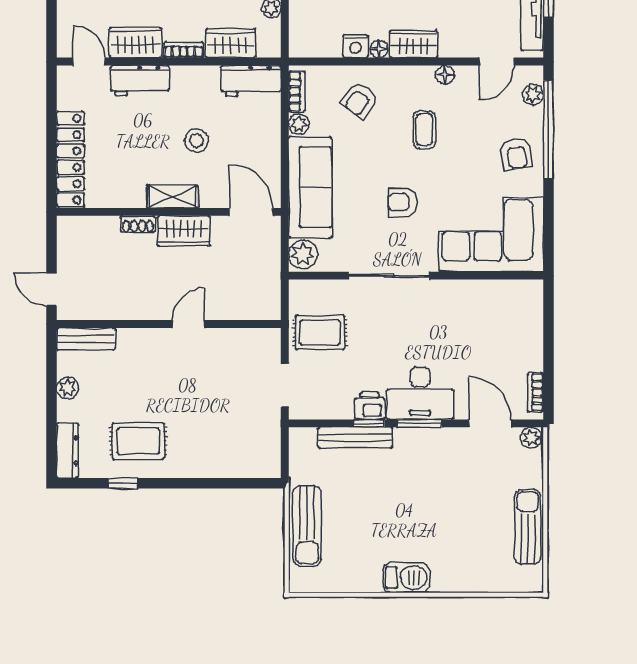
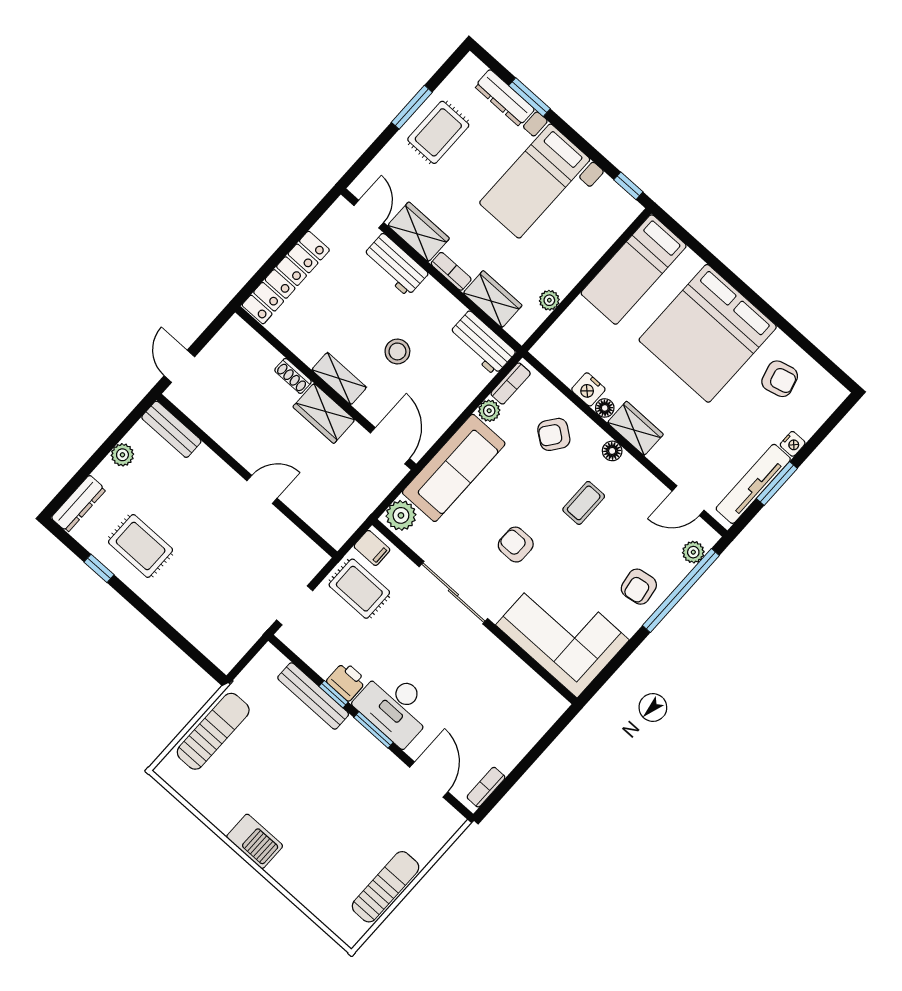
floor lamp: (445, 75) -> (612, 451), moved
filing cabinet: (303, 296) -> (372, 548), added
plant: (531, 438) -> (451, 820), removed
sun lounger: (307, 526) -> (213, 731), turned 180

